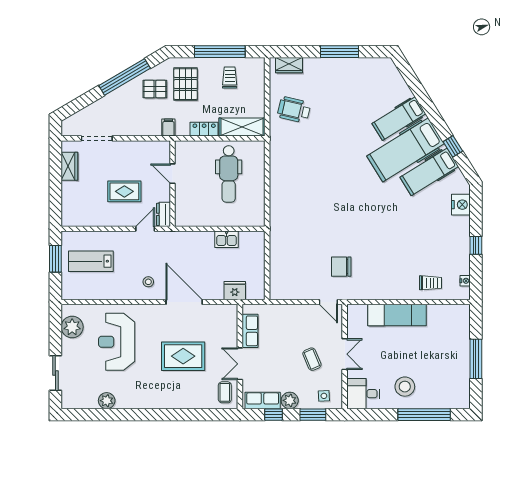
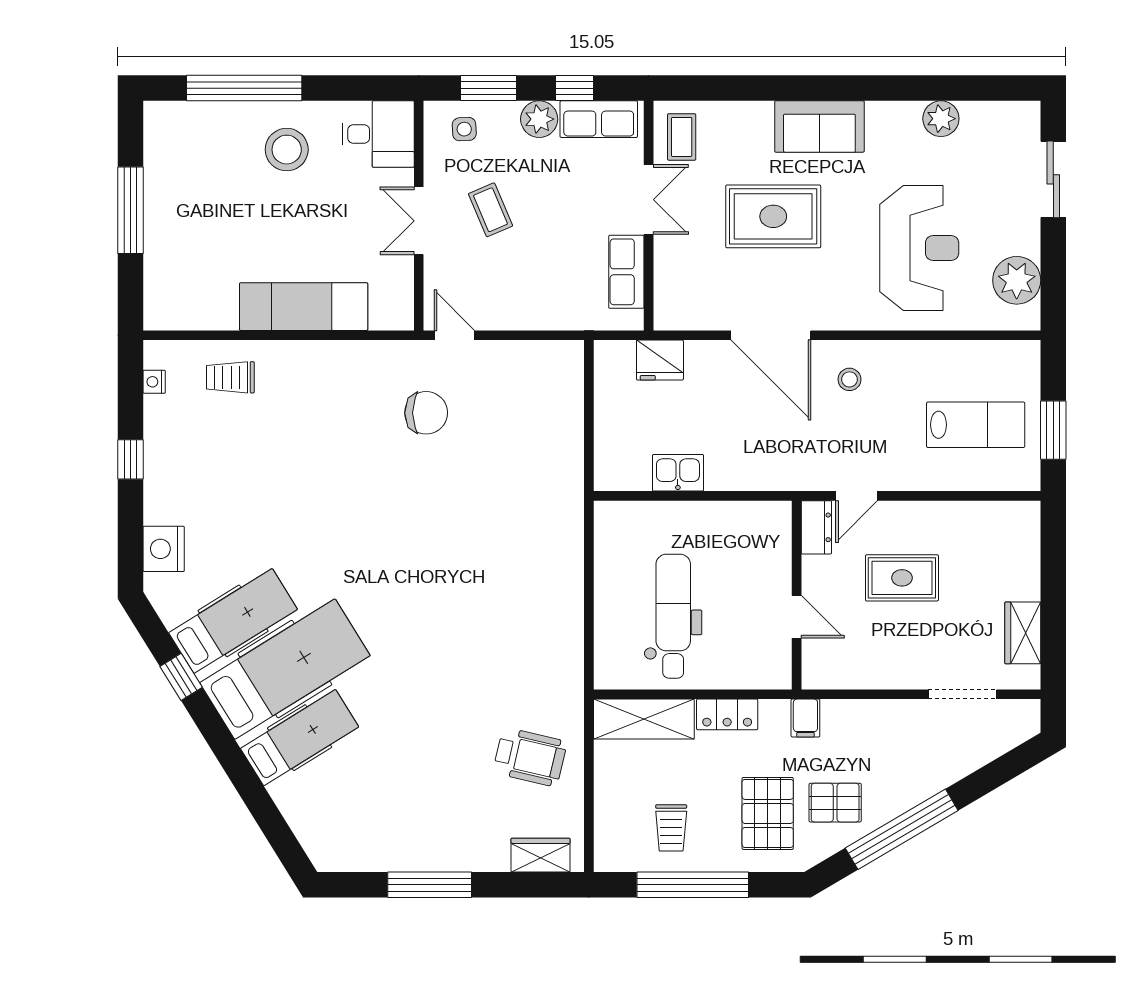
sofa: (162, 397) -> (819, 126), added

